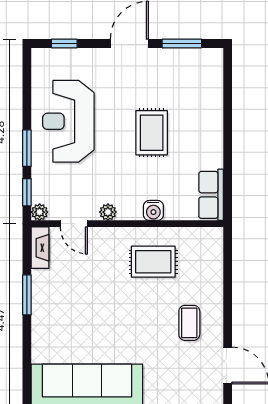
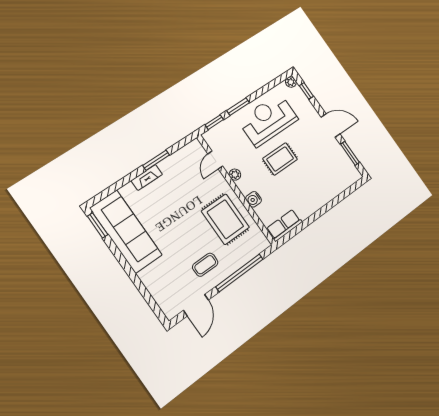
rug: (152, 133) -> (280, 159), moved
plant: (40, 212) -> (291, 82), moved
fireplace: (40, 248) -> (147, 177), moved
rug: (153, 262) -> (225, 219), width x1.36, depth x1.43
window: (228, 289) -> (239, 273), added

